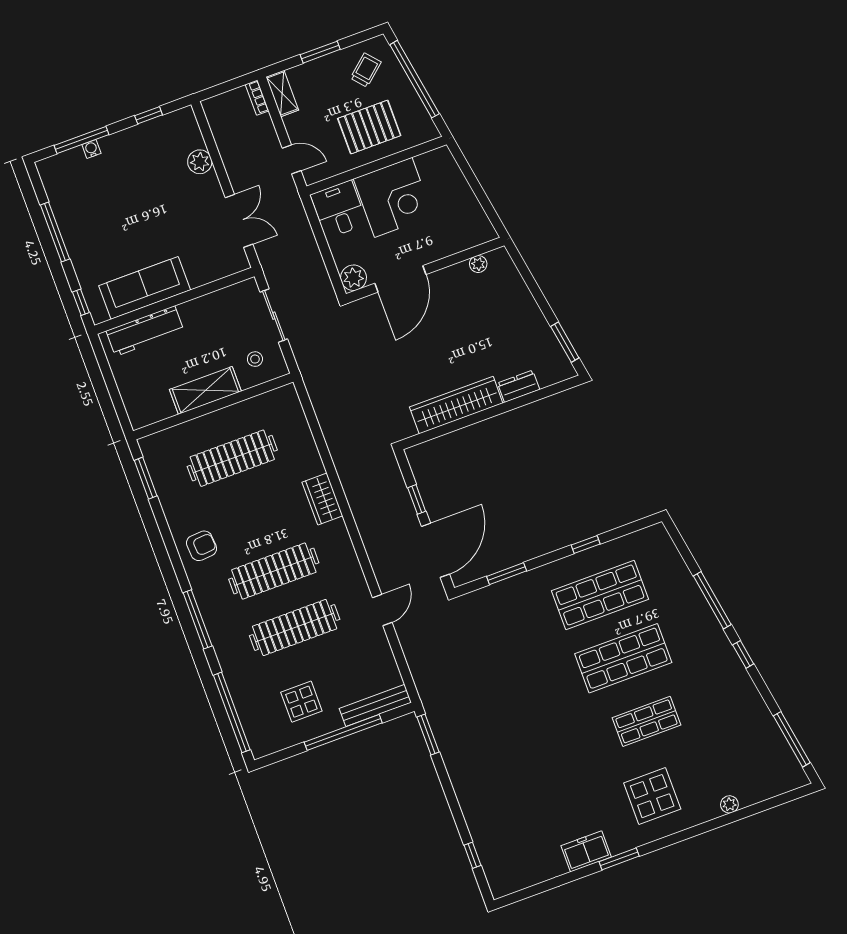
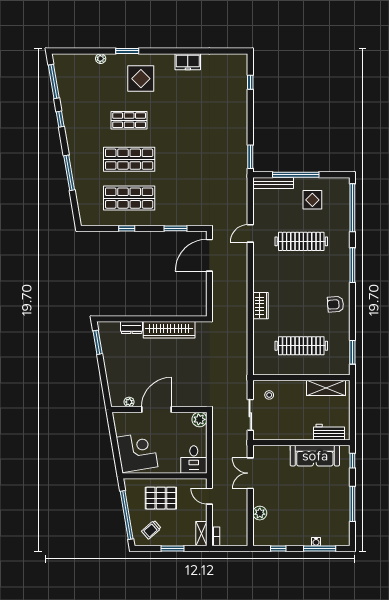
corner desk: (393, 197) -> (137, 452), moved, turned 80
door: (400, 279) -> (156, 409), moved
workbench: (145, 331) -> (329, 432), width x0.73
shelving: (205, 390) -> (326, 388), moved
window: (417, 499) -> (209, 286), removed
clothes rail: (274, 571) -> (301, 276), removed
window: (743, 654) -> (60, 119), moved
window: (619, 859) -> (127, 51), moved

